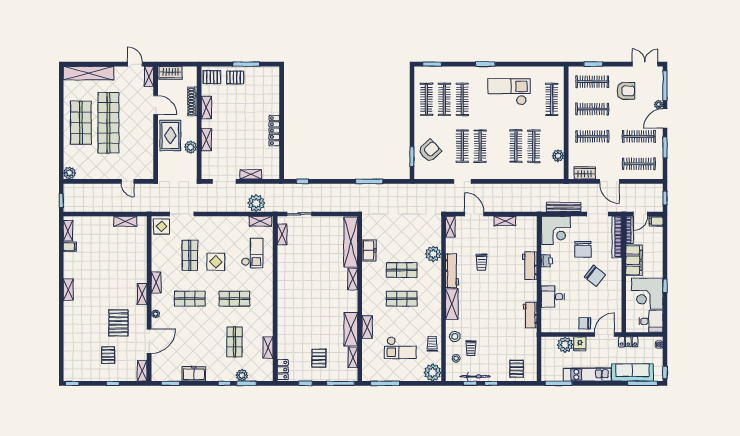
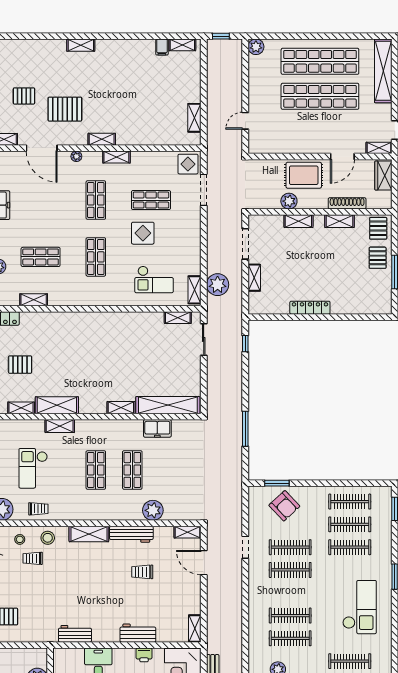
shop shelf: (81, 123) -> (320, 61), width x1.40
door: (474, 214) -> (204, 563), swing flipped
shelving: (505, 221) -> (195, 628), moved
shelving: (68, 290) -> (81, 45), moved

